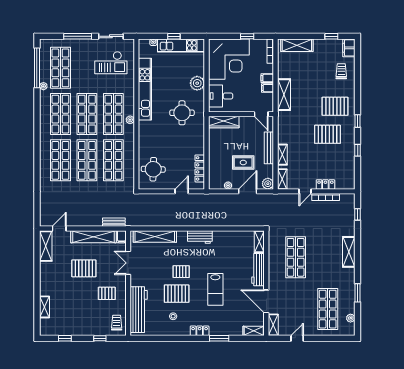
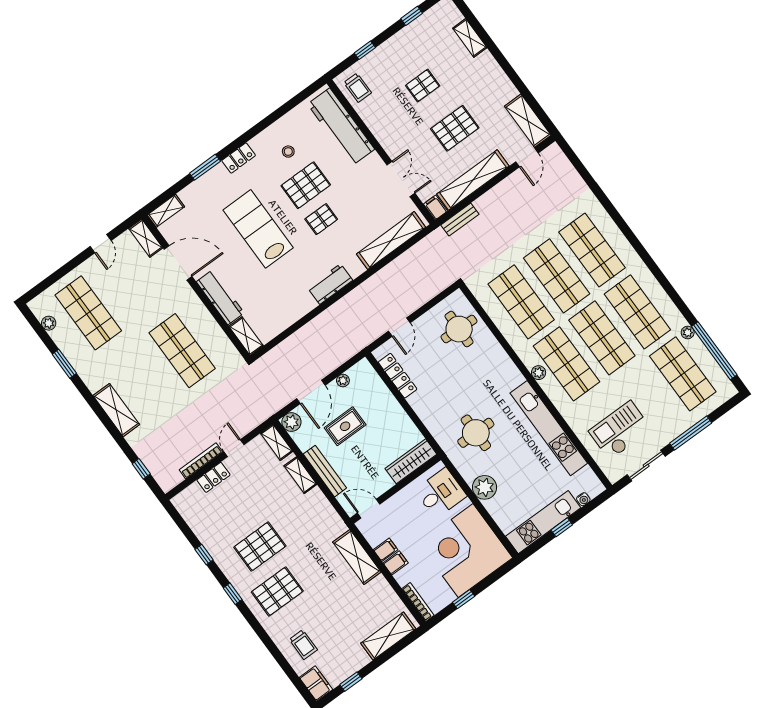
lab bench: (215, 289) -> (258, 229), width x1.36, depth x1.39
pallet: (107, 293) -> (423, 86), moved

